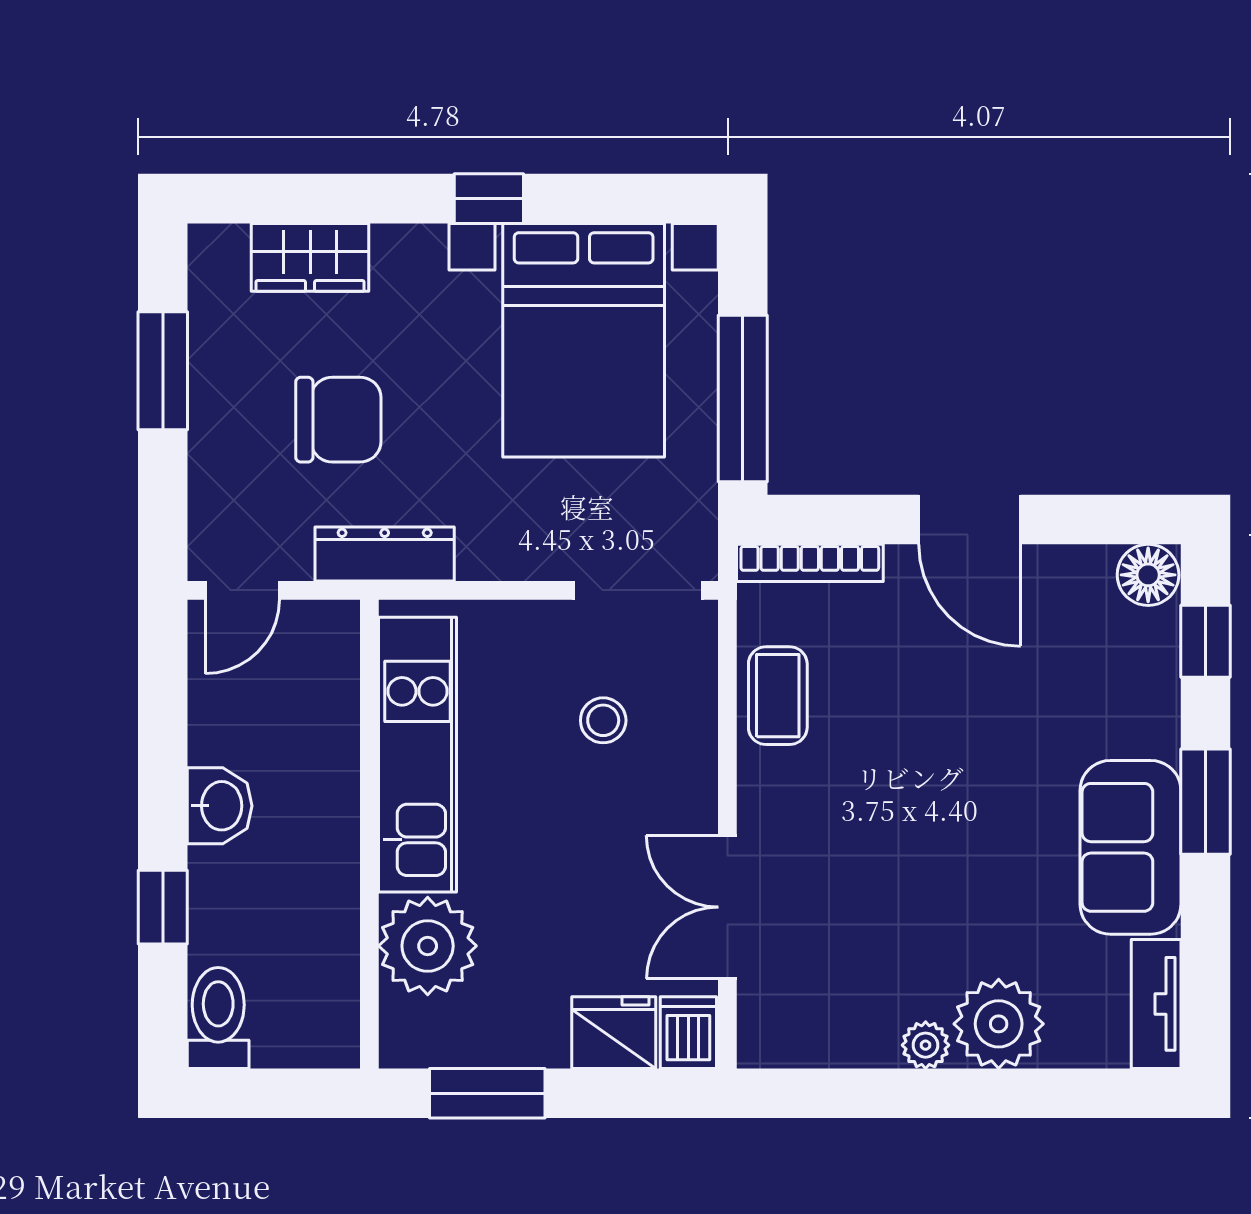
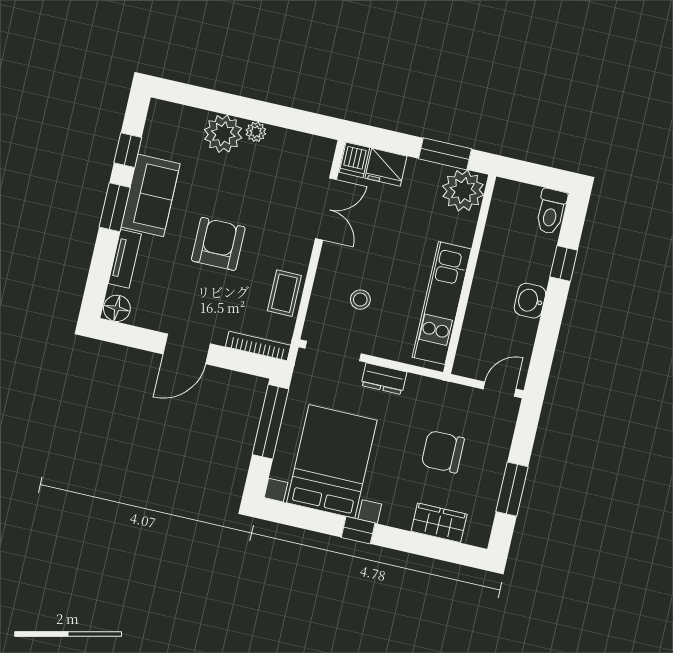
door: (970, 519) -> (187, 349), swing flipped
dresser: (385, 554) -> (384, 379), moved, width x0.70
window: (1206, 641) -> (128, 150), moved
armchair: (953, 773) -> (218, 244), added
plant: (428, 946) -> (463, 191), moved
tv unit: (1156, 1004) -> (125, 259), moved

